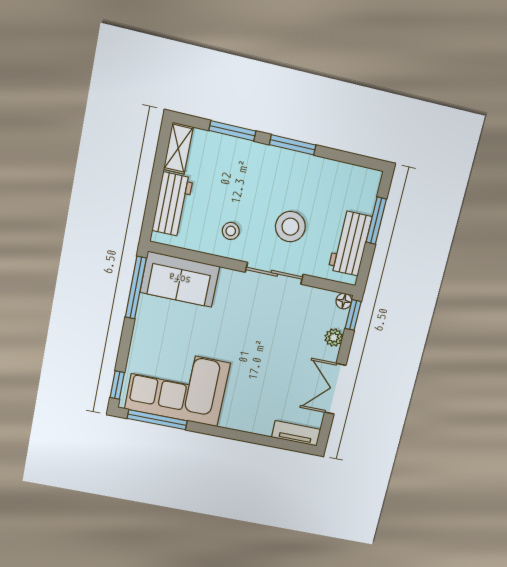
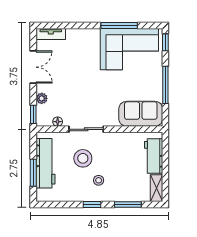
window: (293, 145) -> (92, 205), width x0.67
stool: (231, 231) -> (99, 180), moved
workbench: (350, 243) -> (45, 163), width x1.38
window: (136, 288) -> (165, 85), moved
floor lamp: (344, 301) -> (58, 122), moved
window: (157, 420) -> (119, 26), moved

